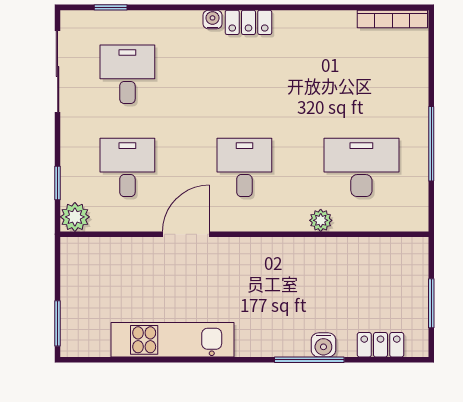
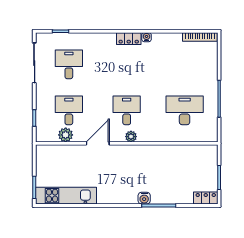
water cooler: (213, 19) -> (146, 37), moved
plant: (75, 217) -> (66, 135), moved
plant: (321, 220) -> (131, 137), moved
kitchen unit: (172, 340) -> (66, 196), moved
water cooler: (323, 345) -> (144, 198), moved
locker: (381, 345) -> (206, 198), moved

